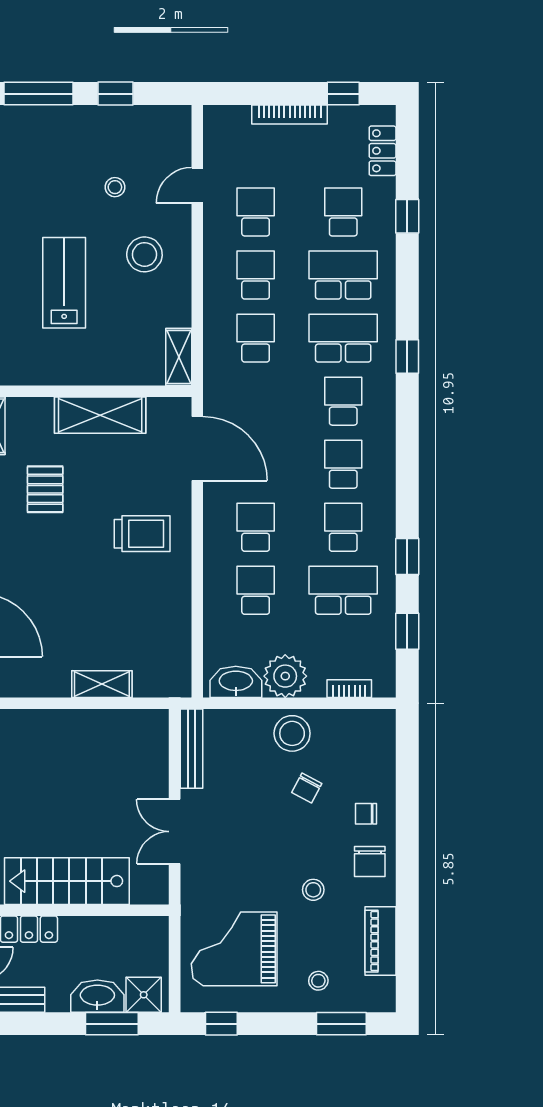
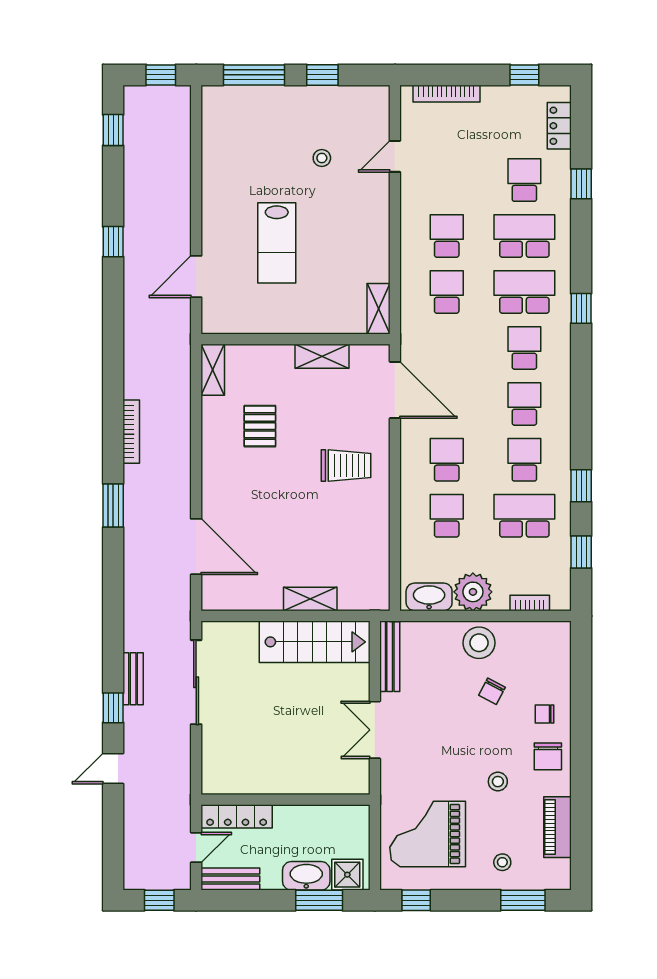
bookcase: (290, 114) -> (446, 94), moved
school desk: (256, 212) -> (447, 180), removed
stool: (144, 254) -> (348, 218), removed
lab bench: (64, 283) -> (277, 243), turned 180
shelving: (100, 415) -> (322, 356), width x0.67, depth x0.75
stairs: (67, 881) -> (315, 642), moved, turned 180

